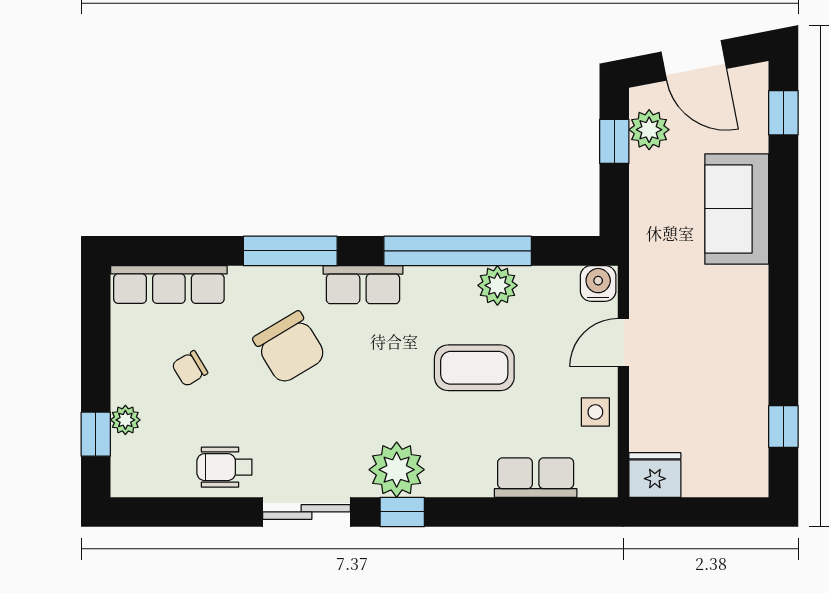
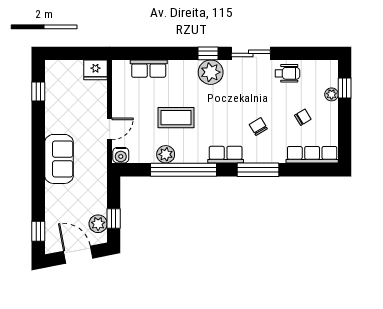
sofa: (737, 209) -> (59, 159), moved
chair: (290, 348) -> (258, 127), width x0.54, depth x0.54
side table: (595, 412) -> (122, 98), removed

